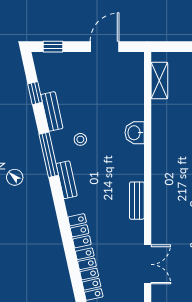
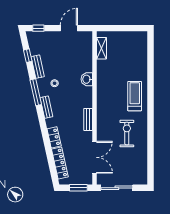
double door: (148, 264) -> (94, 157), width x1.37

